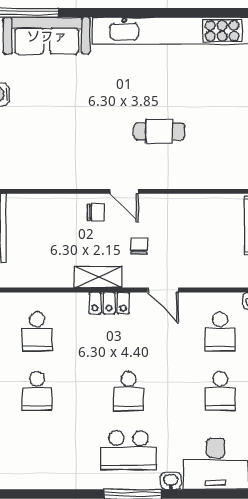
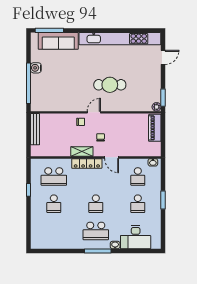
cafe table: (159, 131) -> (110, 85), width x1.37, depth x1.35
door: (124, 191) -> (94, 112), swing flipped
locker: (109, 303) -> (87, 163), width x1.53
school desk: (37, 331) -> (54, 177), width x1.85

